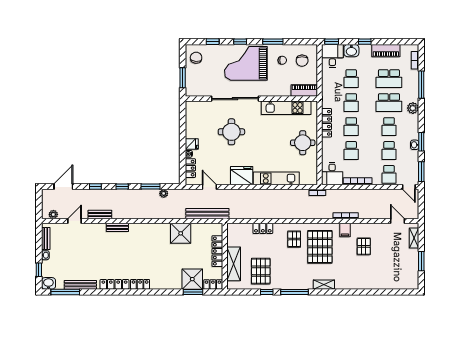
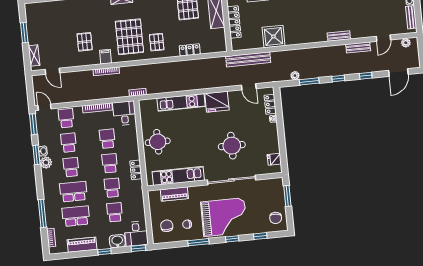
piano: (304, 91) -> (174, 194), moved
plant: (413, 108) -> (46, 163), moved
locker: (327, 123) -> (136, 170), width x0.66
fridge: (192, 144) -> (274, 159), moved

